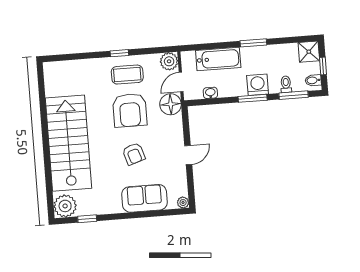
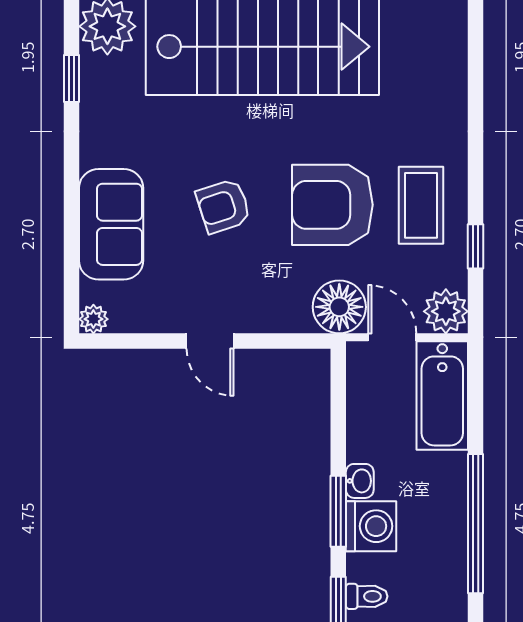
window: (253, 43) -> (476, 524), width x2.11
window: (119, 53) -> (476, 246), moved
bathtub: (218, 59) -> (442, 395), moved
washbasin: (210, 93) -> (360, 481), moved

